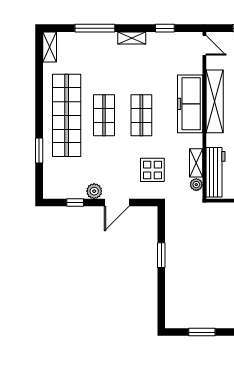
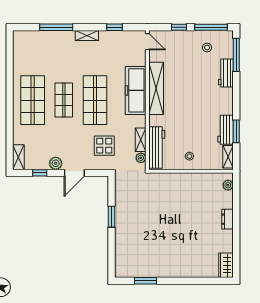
shelving: (50, 47) -> (18, 157), moved
shop shelf: (67, 115) -> (33, 100), width x0.71
shop shelf: (141, 115) -> (95, 100), width x1.43, depth x1.36
window: (39, 151) -> (10, 129), removed

